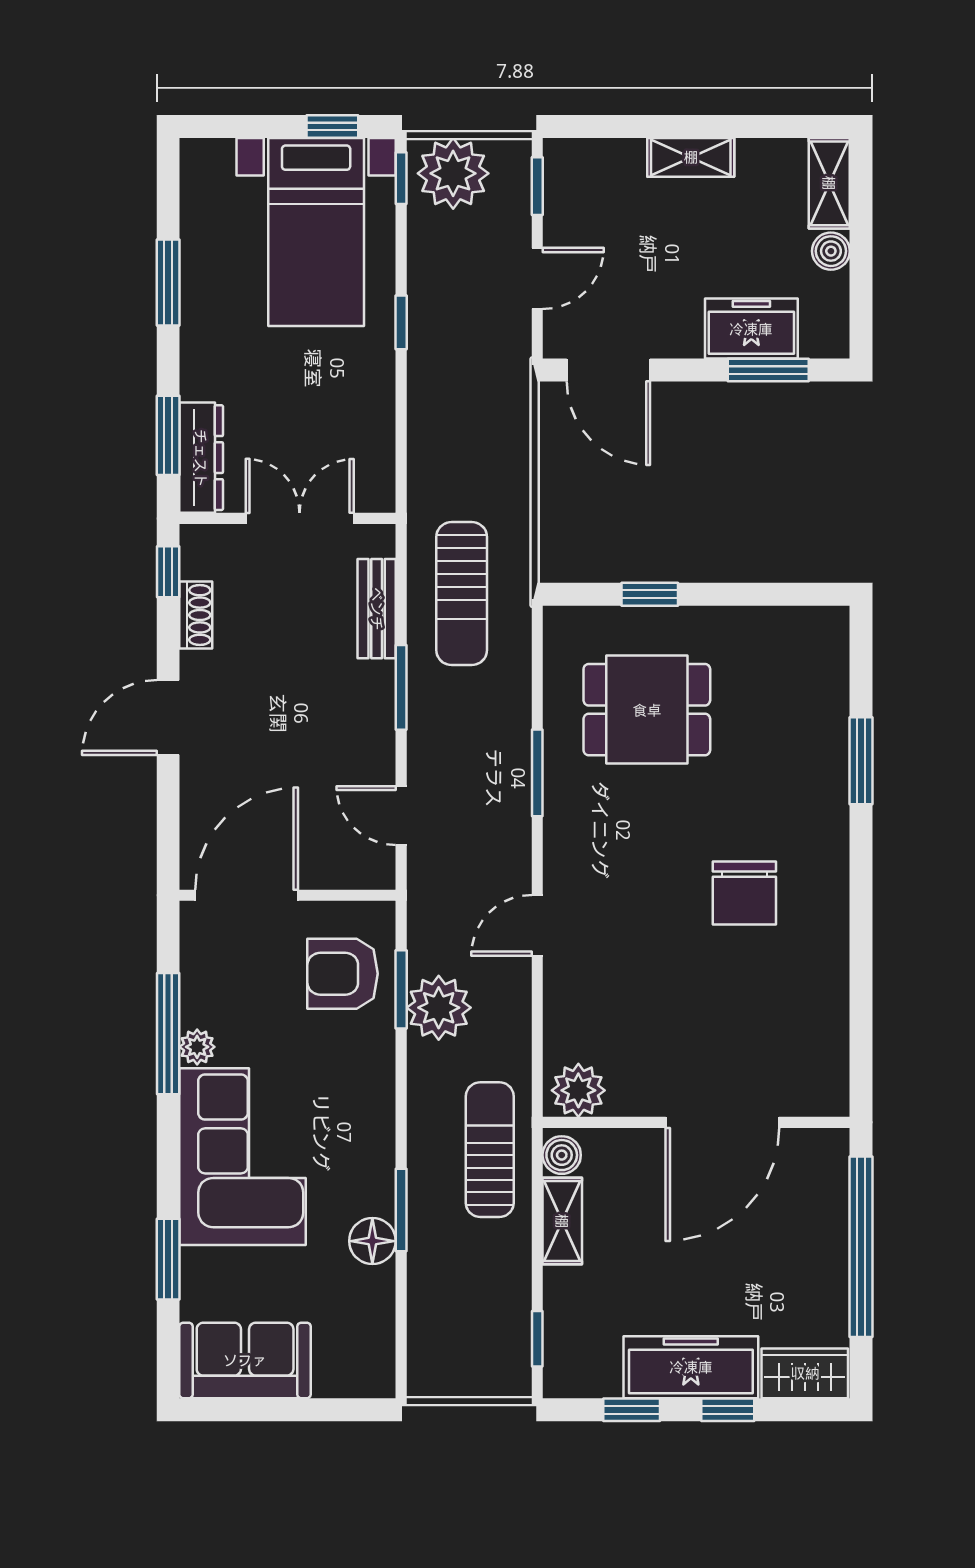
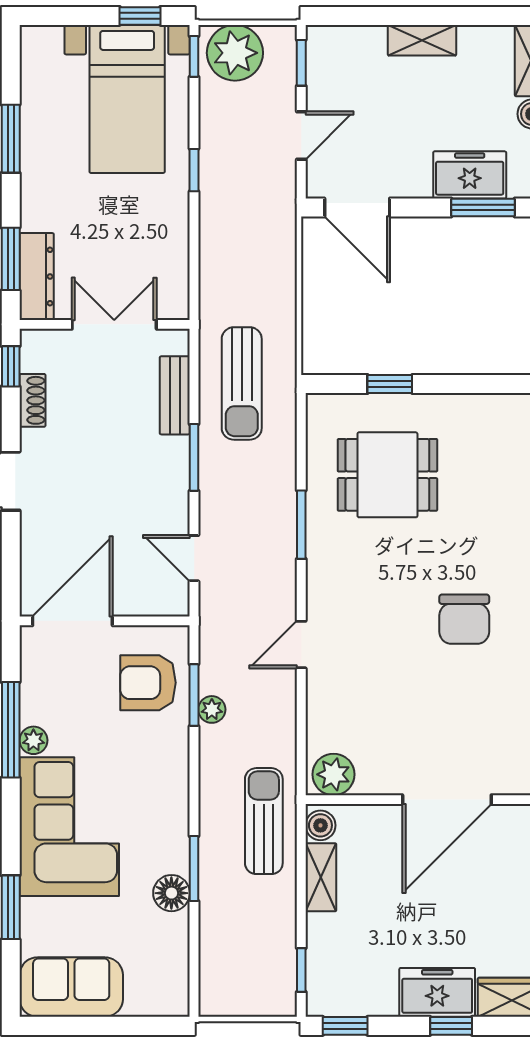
plant: (439, 1008) -> (212, 709), width x0.53, depth x0.53
freezer: (691, 1367) -> (437, 992), width x0.71
window: (632, 1410) -> (345, 1026), moved

